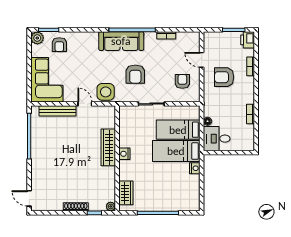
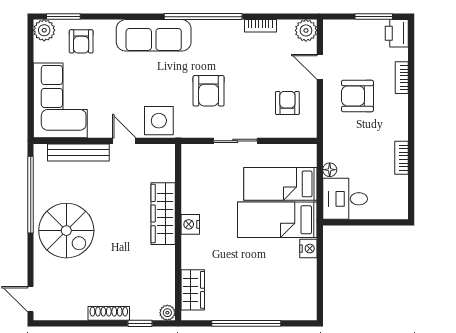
plant: (193, 38) -> (306, 30), added
sofa: (121, 41) -> (154, 35), moved
spiral stairs: (50, 157) -> (66, 231), added

